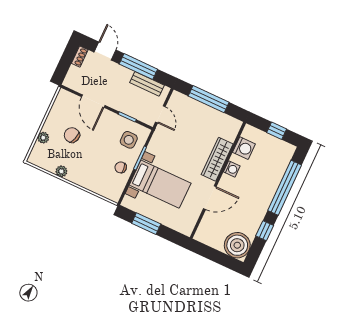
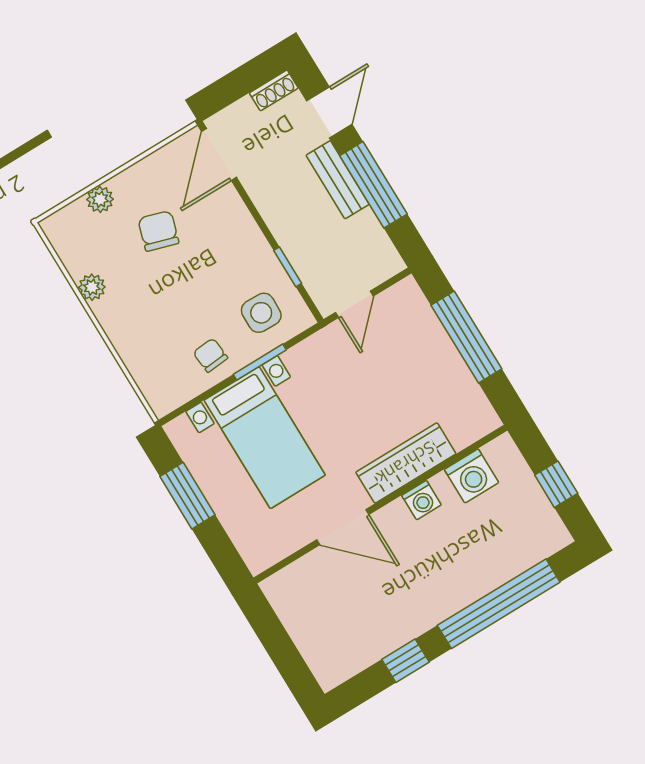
bench: (147, 84) -> (338, 180), moved
door: (93, 101) -> (219, 154), moved
boiler: (237, 245) -> (334, 653), removed

